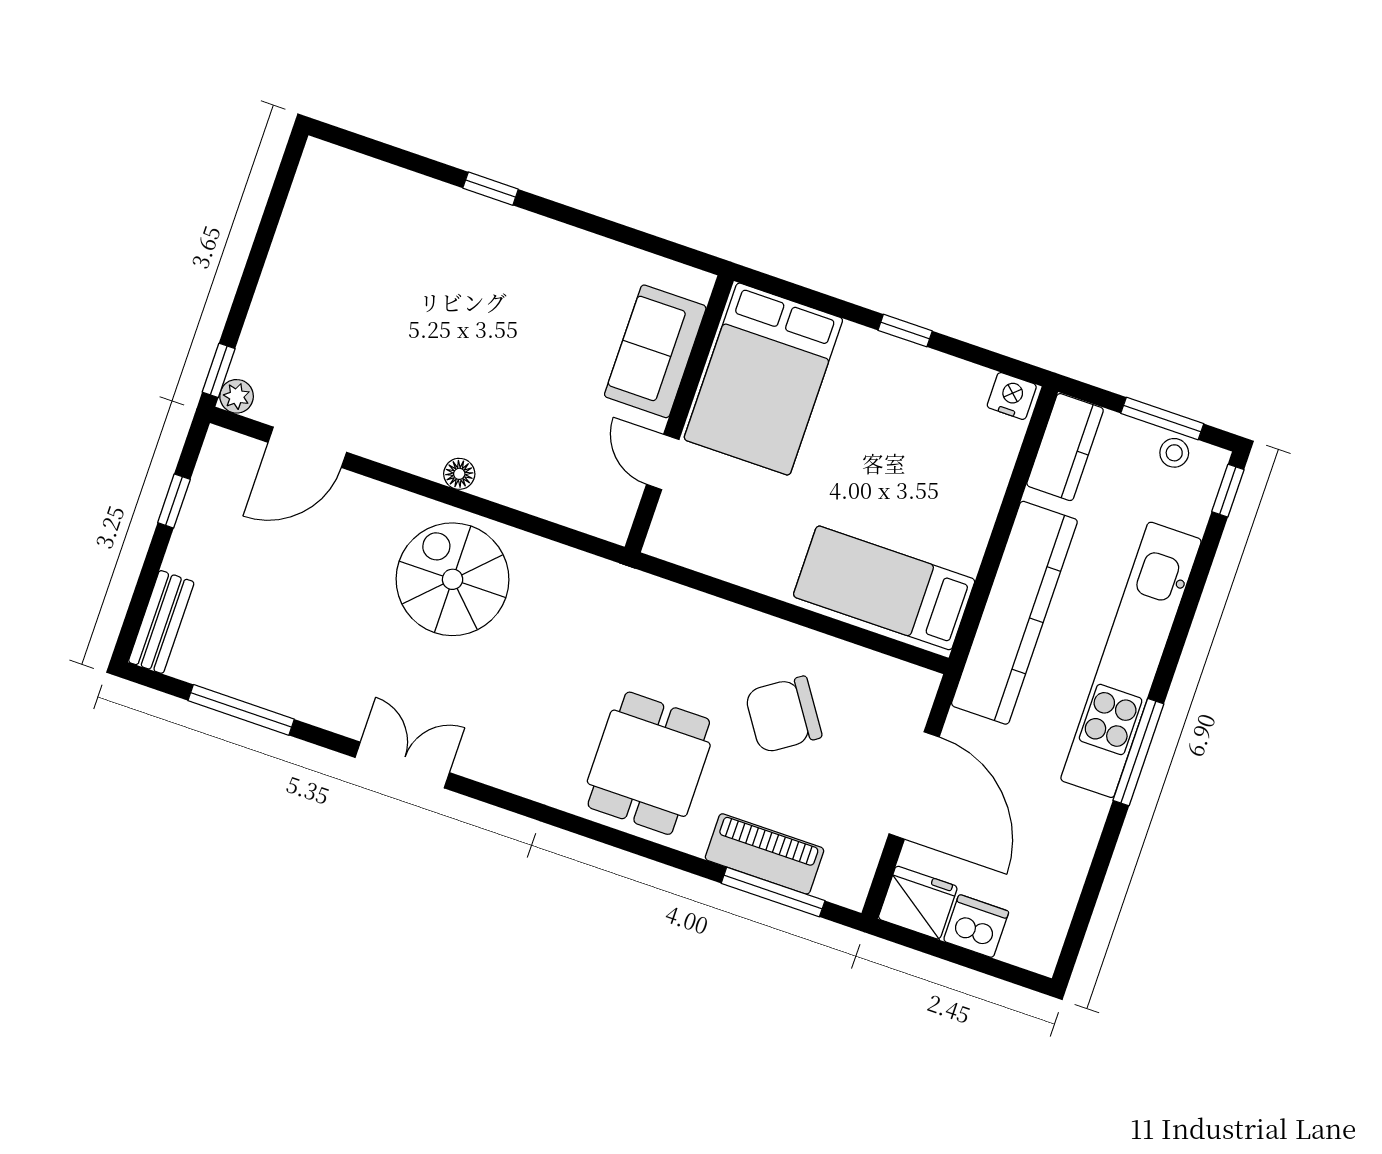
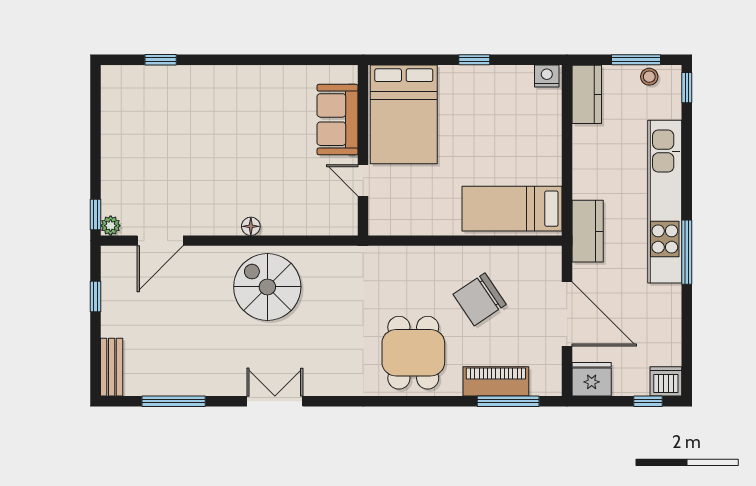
window: (491, 189) -> (161, 60), moved
kitchen counter: (1014, 613) -> (588, 231), width x0.48, depth x0.86
dishwasher: (976, 926) -> (666, 381), moved
window: (996, 968) -> (648, 401), added

